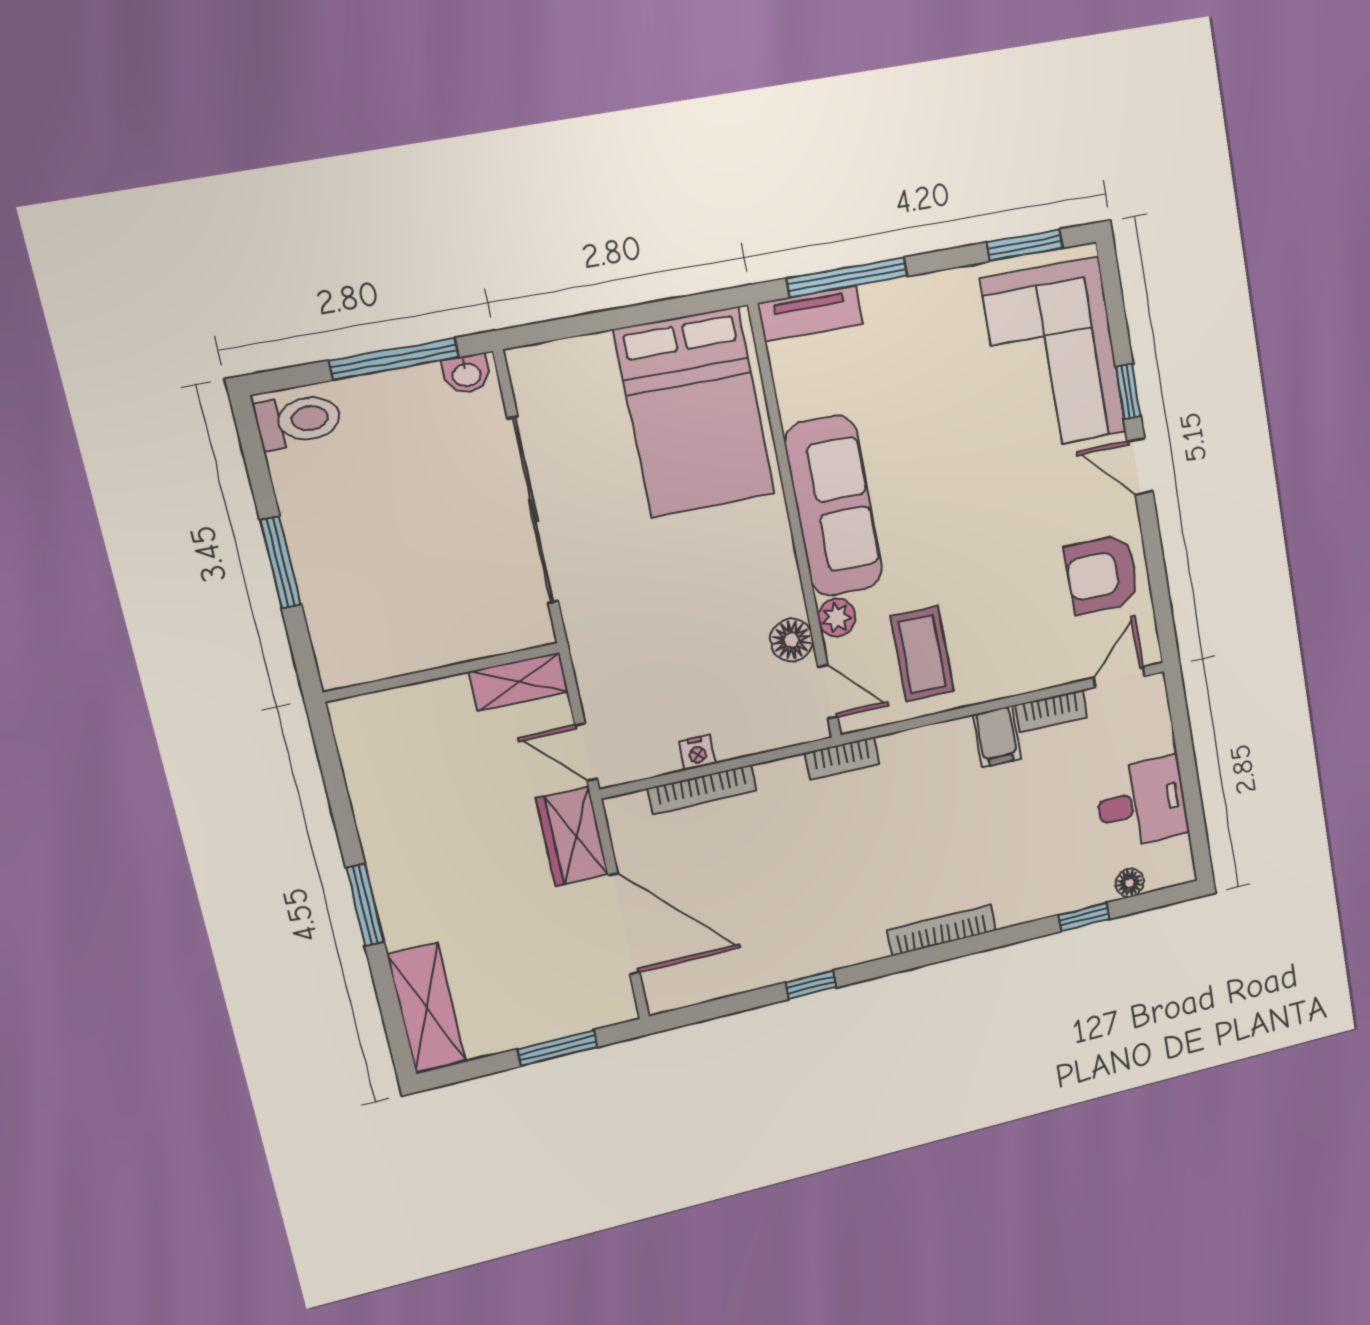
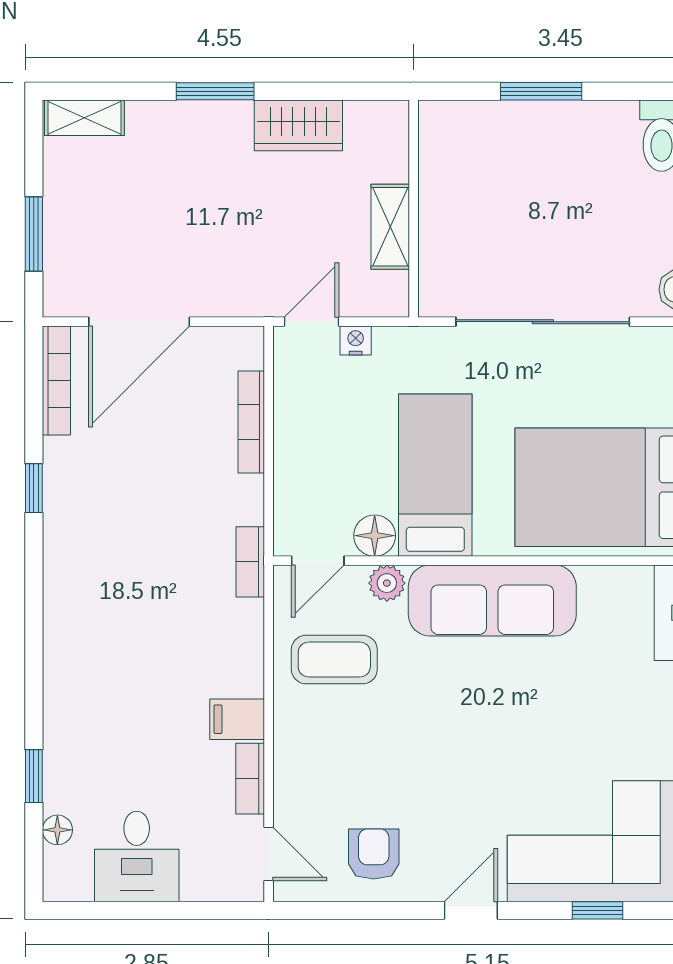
window: (1128, 391) -> (598, 910), moved
armchair: (1102, 574) -> (374, 854), width x0.72, depth x0.72
bed: (718, 591) -> (435, 475), added
shelving: (519, 682) -> (390, 227), moved
nightstand: (697, 753) -> (356, 341), moved, turned 90
wardrobe: (572, 837) -> (298, 125), moved, turned 180
bookcase: (942, 930) -> (56, 381), moved
shelving: (427, 1007) -> (84, 118), width x0.67, depth x0.75

